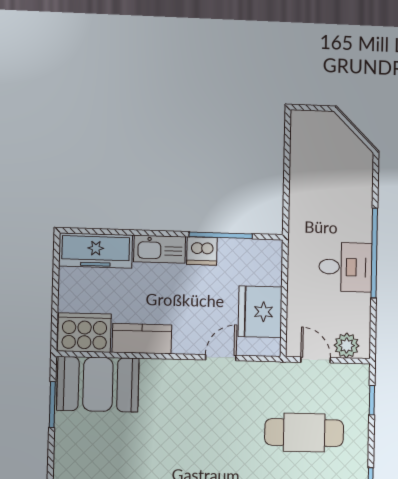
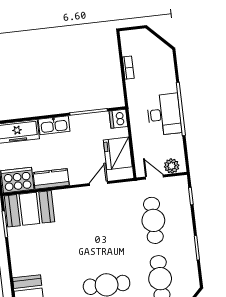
bookcase: (297, 172) -> (128, 68), added
dishwasher: (202, 251) -> (118, 119), moved, turned 90
desk: (345, 267) -> (164, 114), width x1.37
cafe table: (304, 433) -> (153, 220), turned 90

